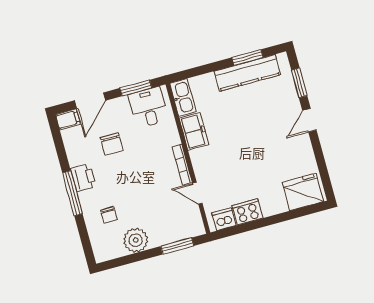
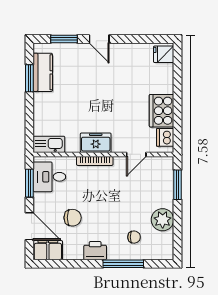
kitchen counter: (247, 73) -> (43, 72), width x0.67
filing cabinet: (68, 119) -> (48, 250), width x2.00
freezer: (194, 131) -> (96, 143), moved
bookcase: (182, 165) -> (95, 161), moved
fridge: (303, 192) -> (164, 54), width x0.53, depth x0.75
window: (72, 193) -> (123, 264), moved
cooker: (247, 212) -> (162, 111), width x1.37, depth x1.31

